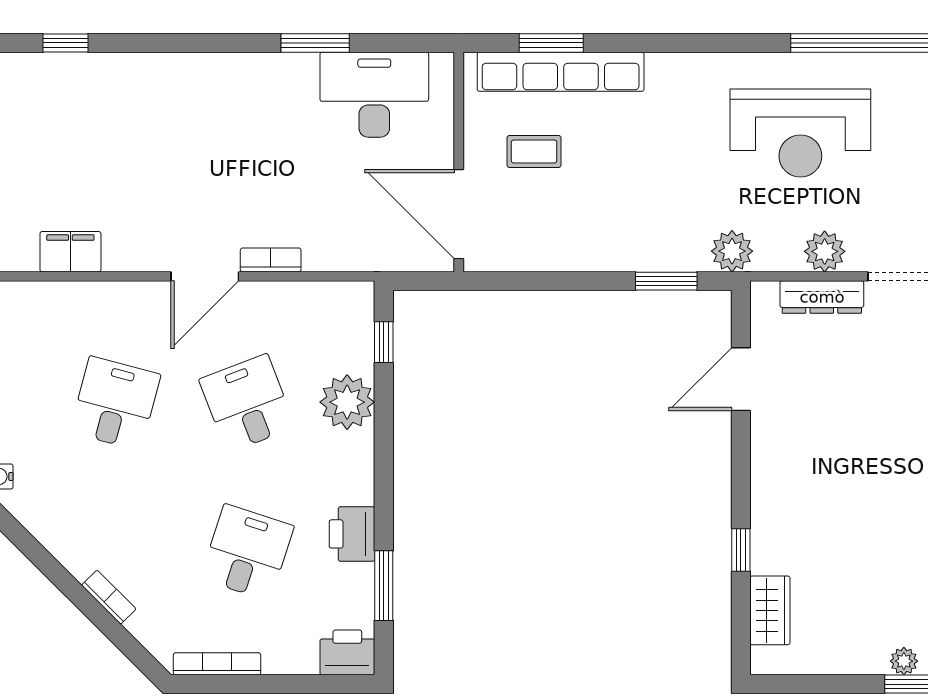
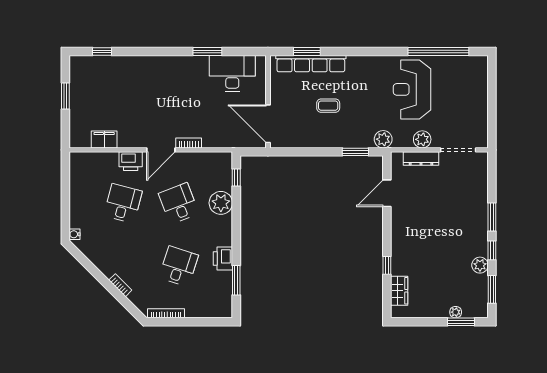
reception desk: (800, 133) -> (412, 89), turned 90
coffee table: (534, 151) -> (328, 106), moved
printer: (347, 652) -> (131, 161), moved, turned 180

